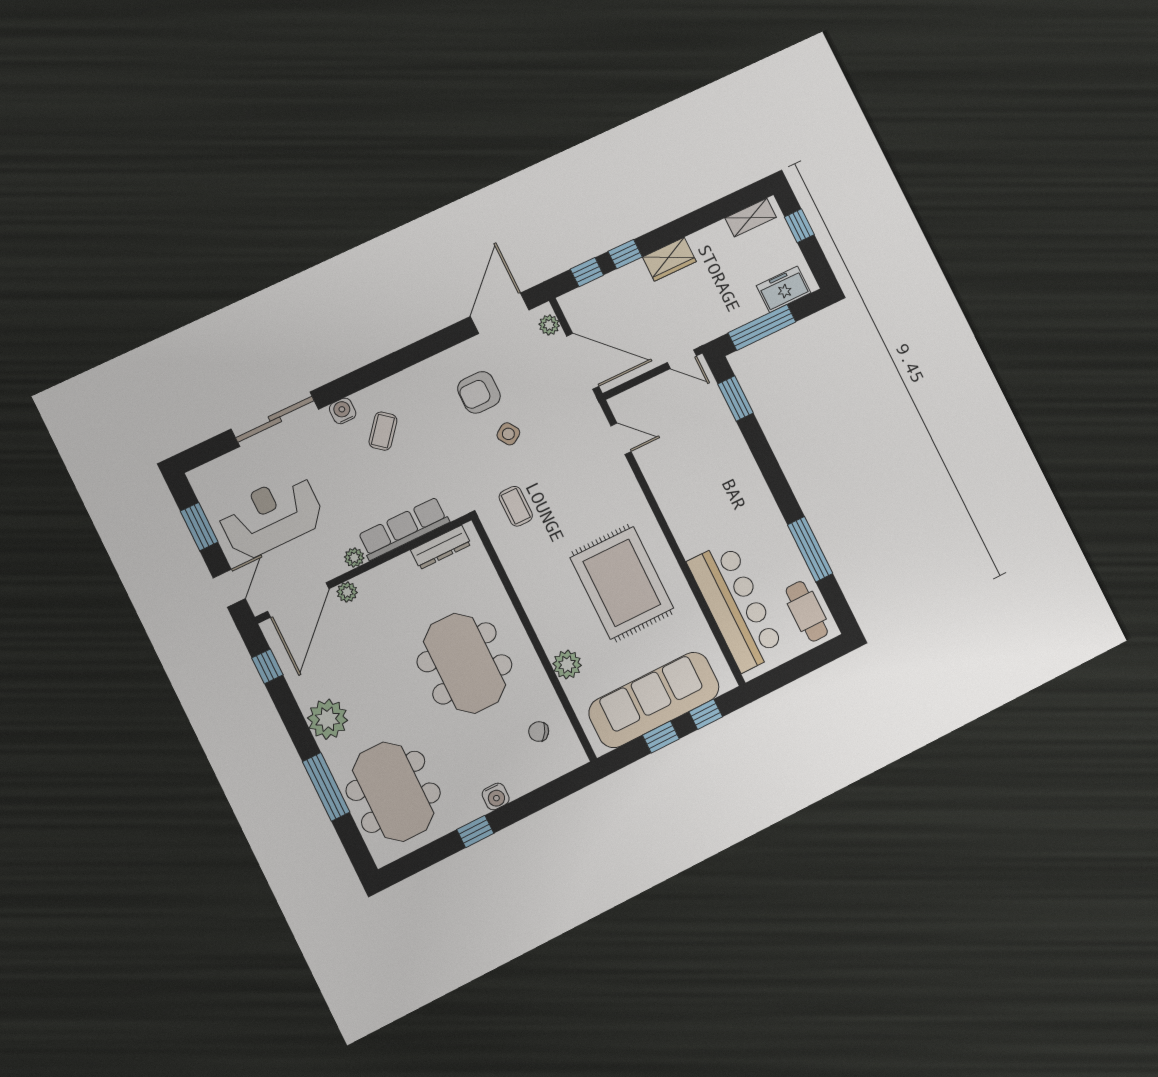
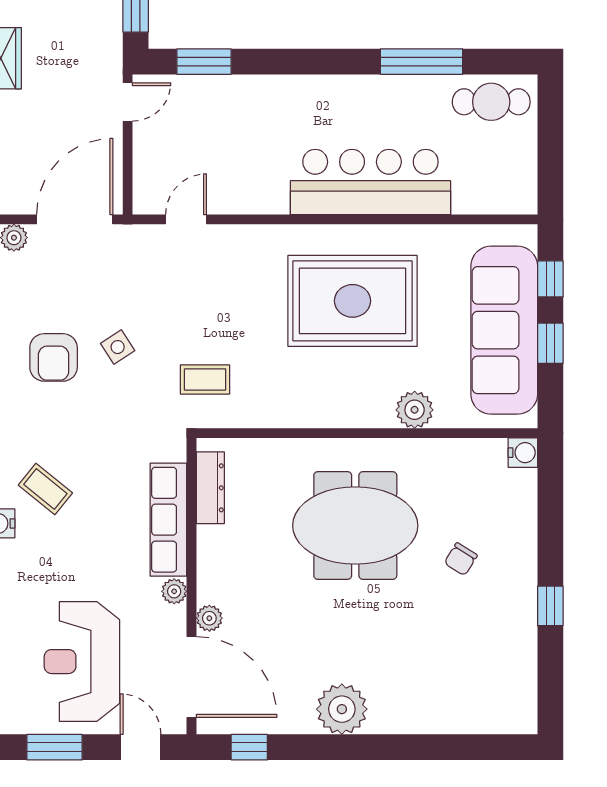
bar counter: (736, 606) -> (370, 182), moved
chair: (539, 732) -> (461, 559), moved
window: (326, 787) -> (417, 747), removed
meeting table: (393, 792) -> (460, 676), removed
water cooler: (496, 796) -> (523, 453), moved

